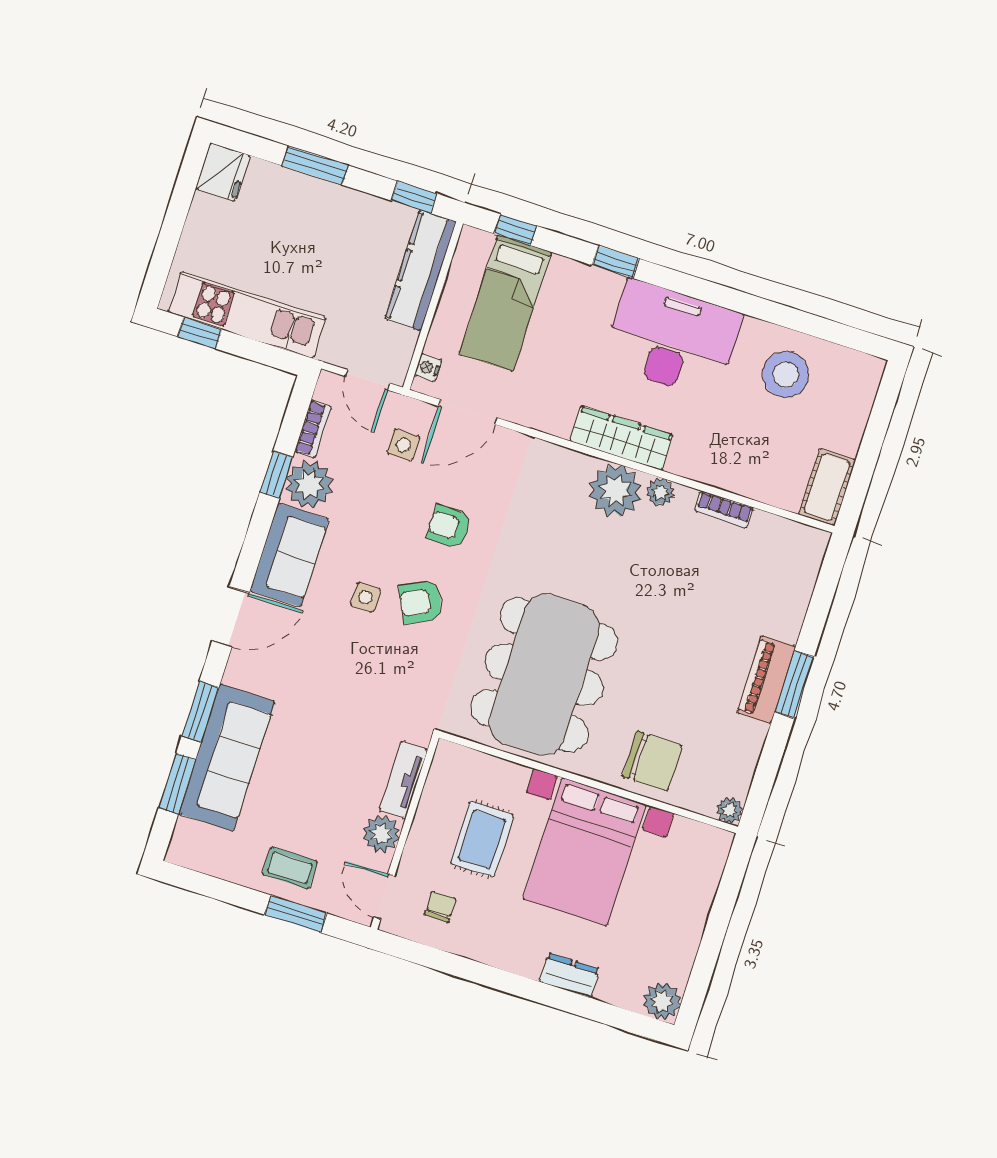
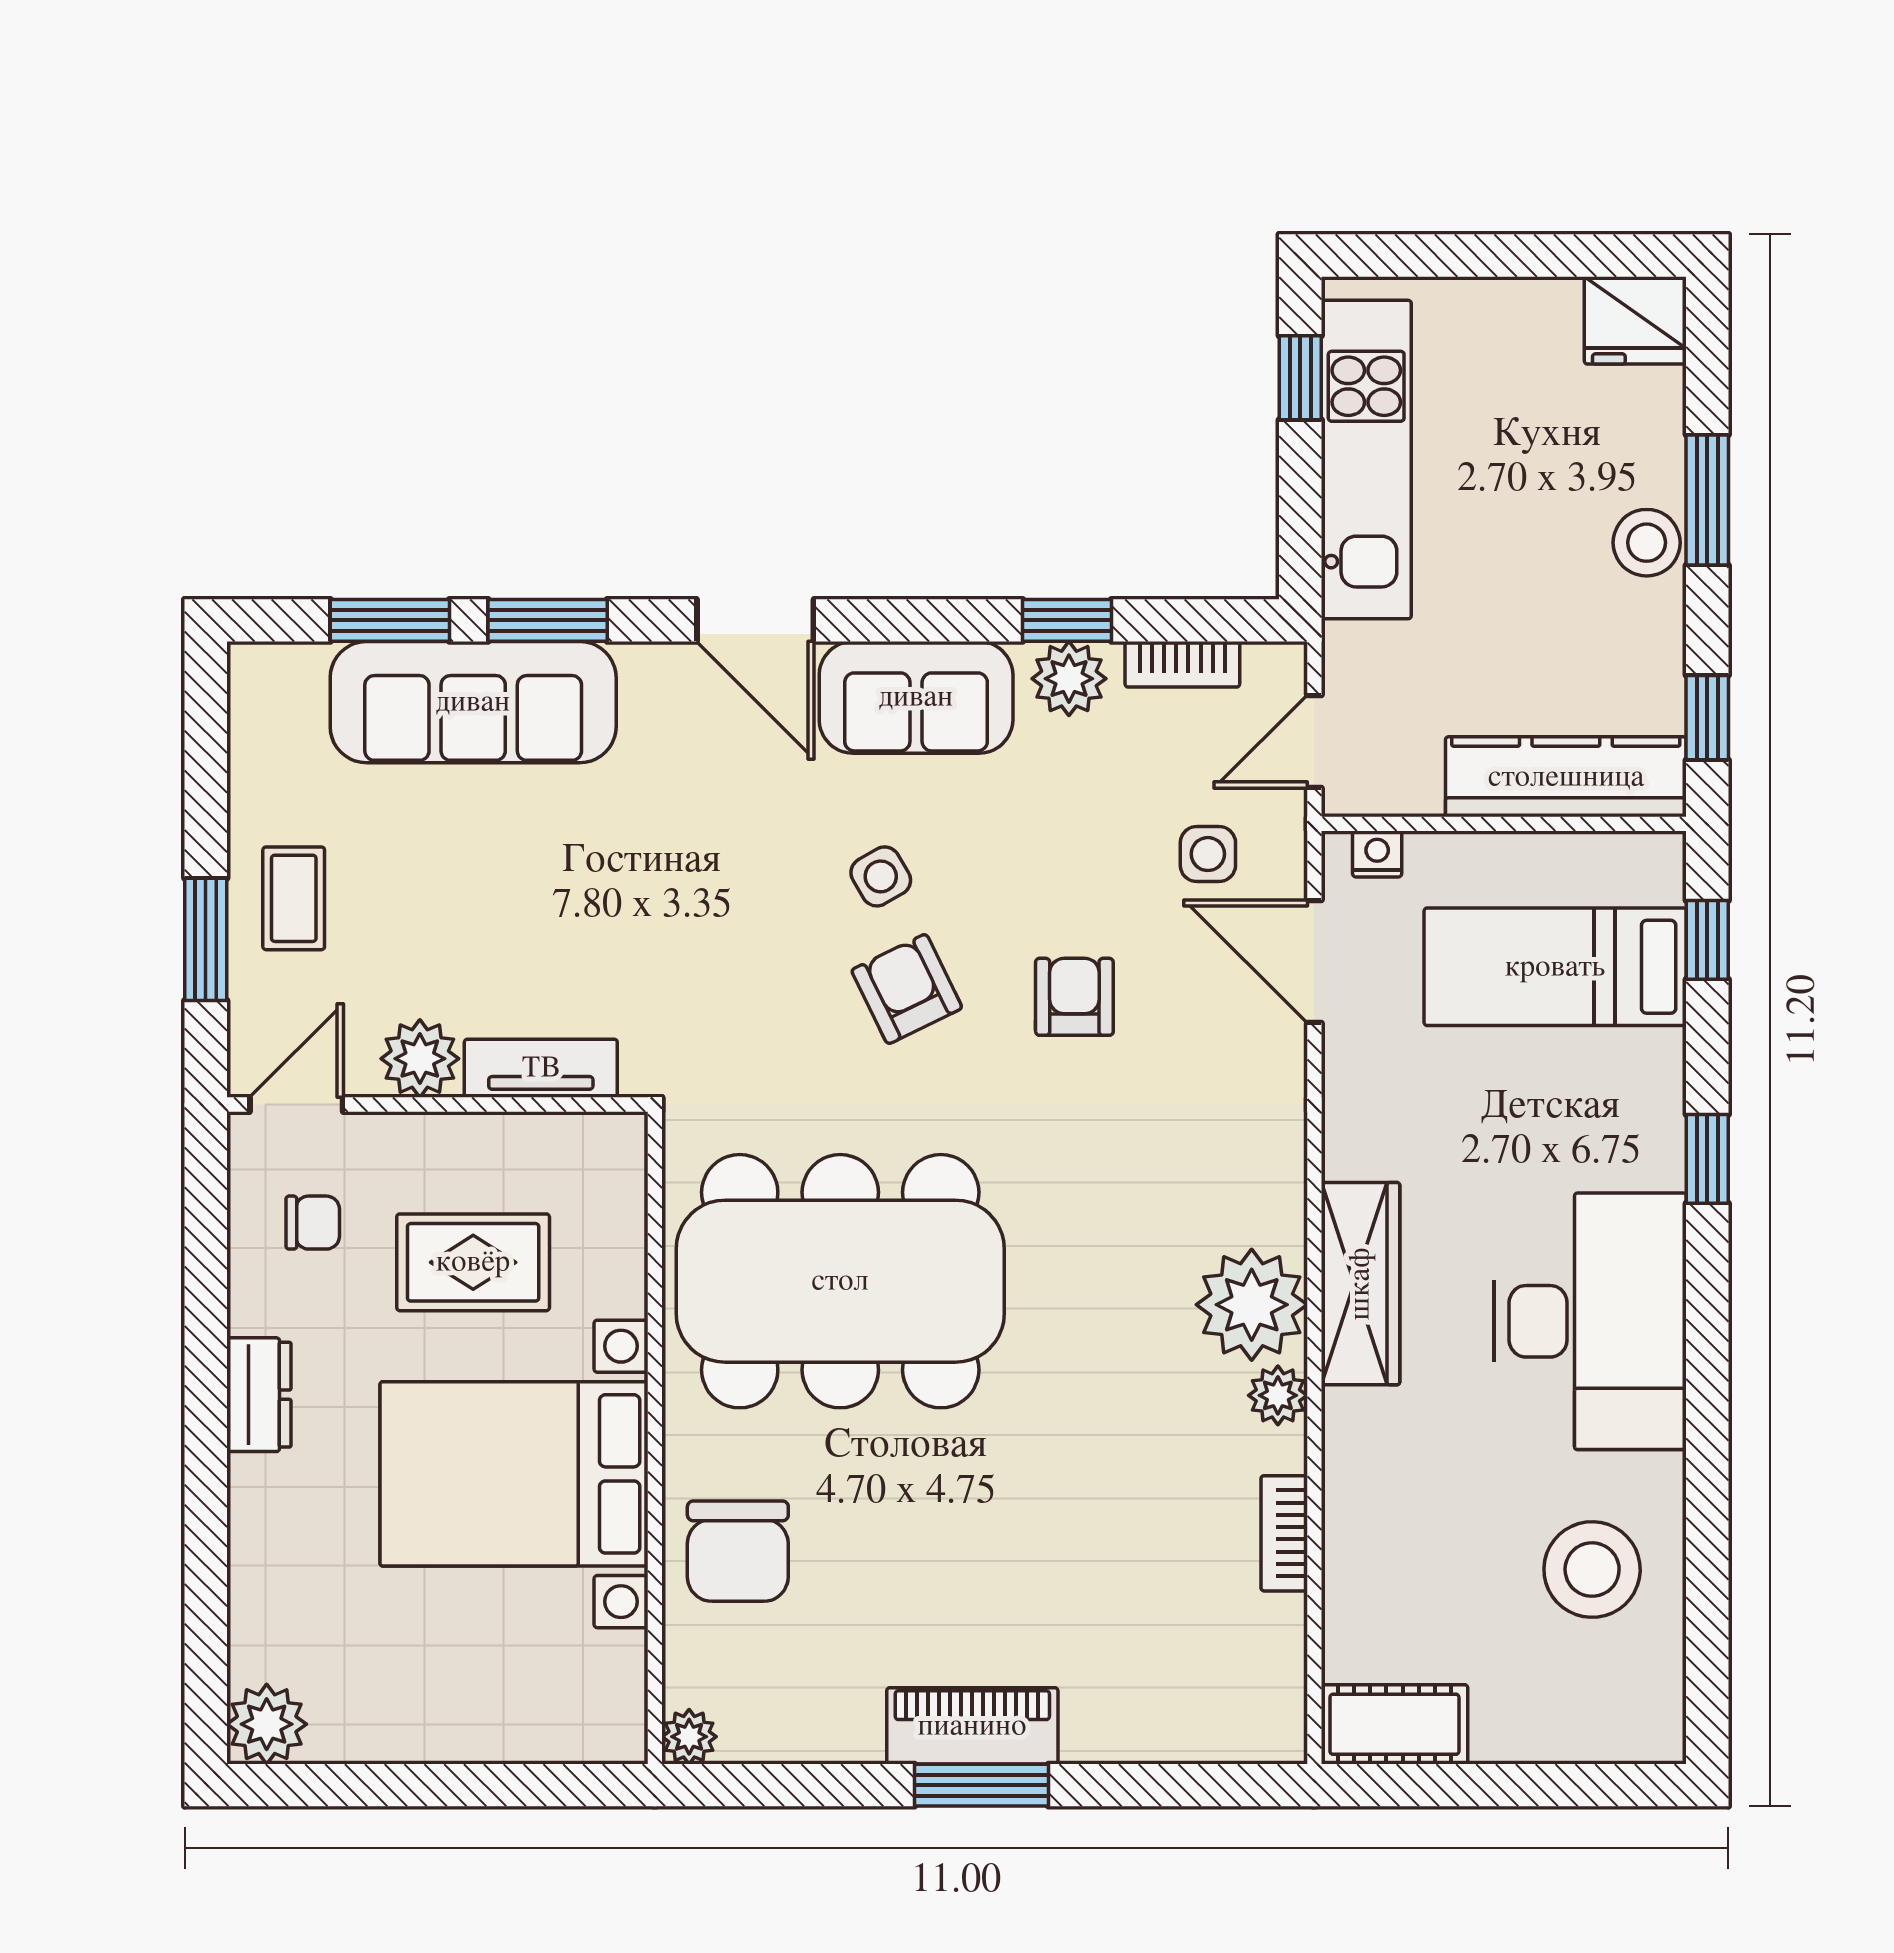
stool: (326, 199) -> (1647, 543), added
plant: (309, 484) -> (1069, 679), width x0.73, depth x0.73
side table: (366, 597) -> (881, 876), turned -30
dresser: (570, 975) -> (259, 1395), moved

